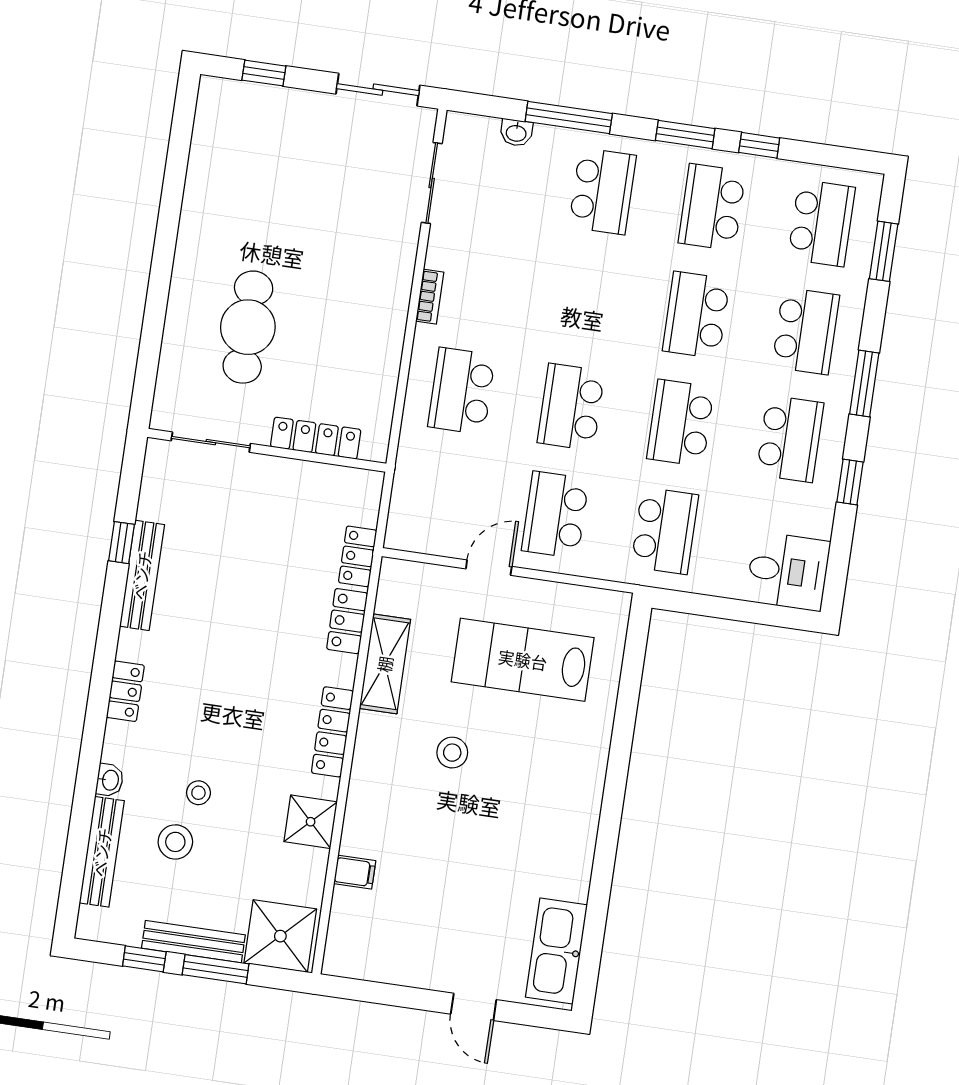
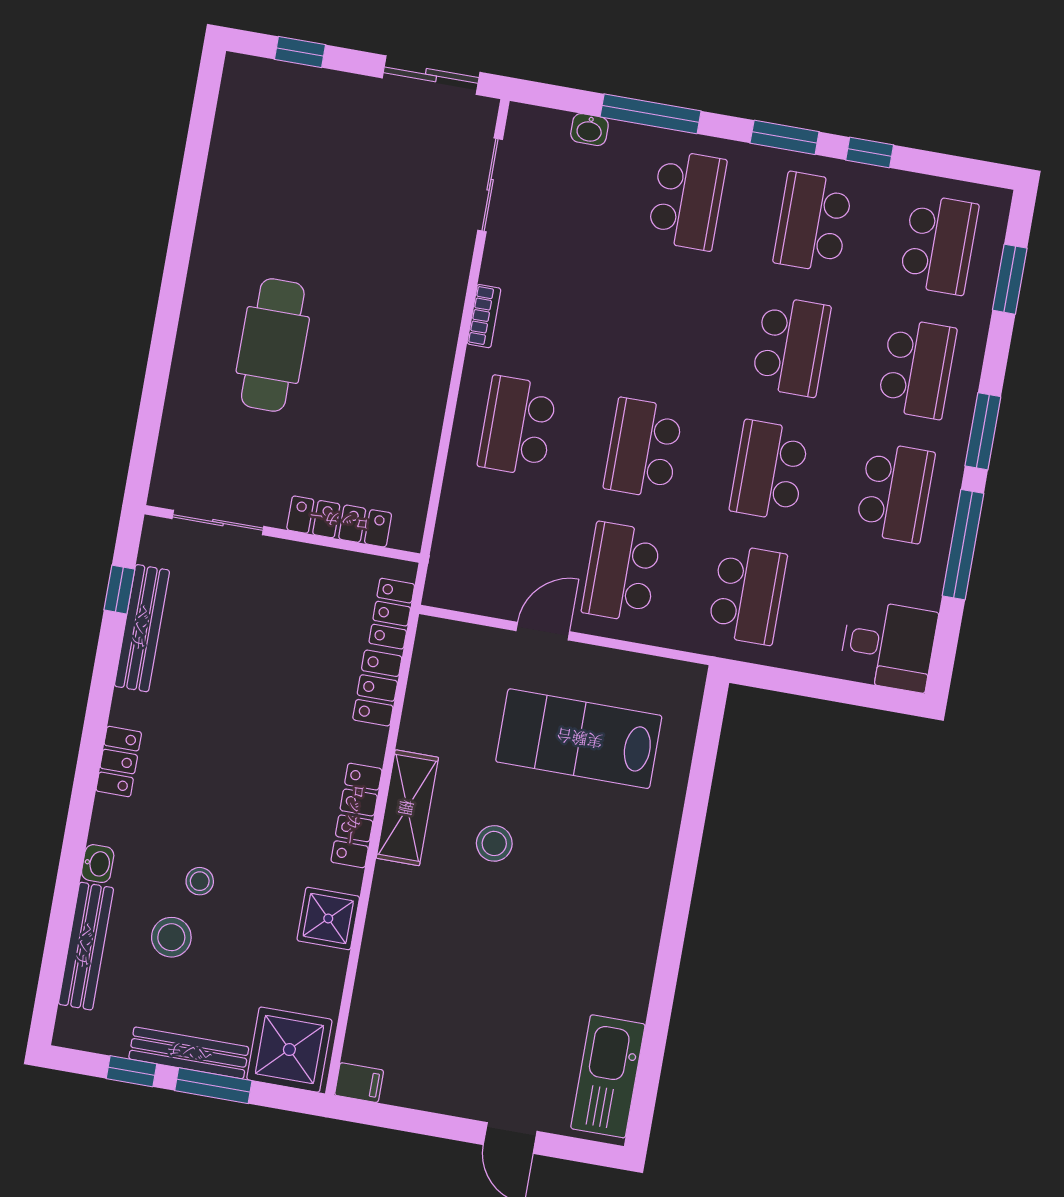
school desk: (696, 315) -> (791, 346), turned 180
locker: (316, 438) -> (339, 521), moved
sliding door: (211, 442) -> (218, 523), moved
wall: (267, 450) -> (282, 534), moved
window: (850, 482) -> (963, 545), width x2.17
shelving: (385, 664) -> (407, 808), moved
filing cabinet: (355, 872) -> (359, 1083), moved

